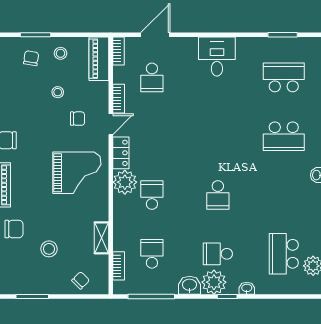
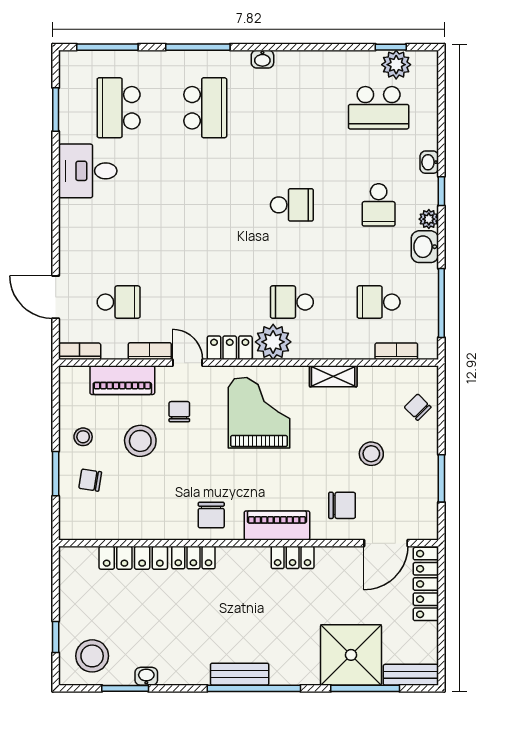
desk: (217, 56) -> (88, 171), moved
piano: (99, 59) -> (122, 380), moved
stool: (58, 92) -> (140, 441), width x1.89, depth x1.89
chair: (14, 229) -> (342, 505), turned 90
shelving: (102, 238) -> (333, 376), moved
plant: (214, 282) -> (429, 219), width x0.53, depth x0.53

